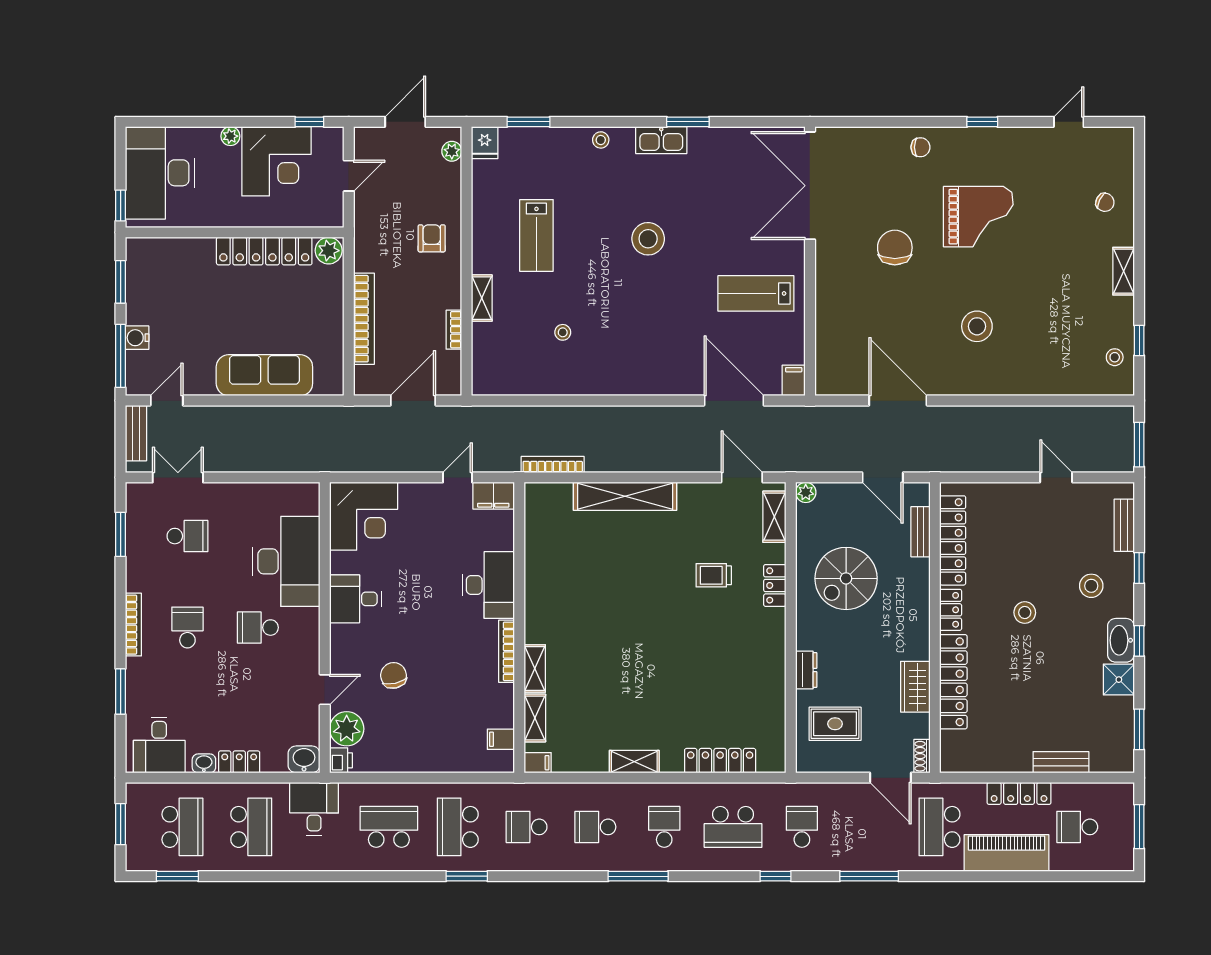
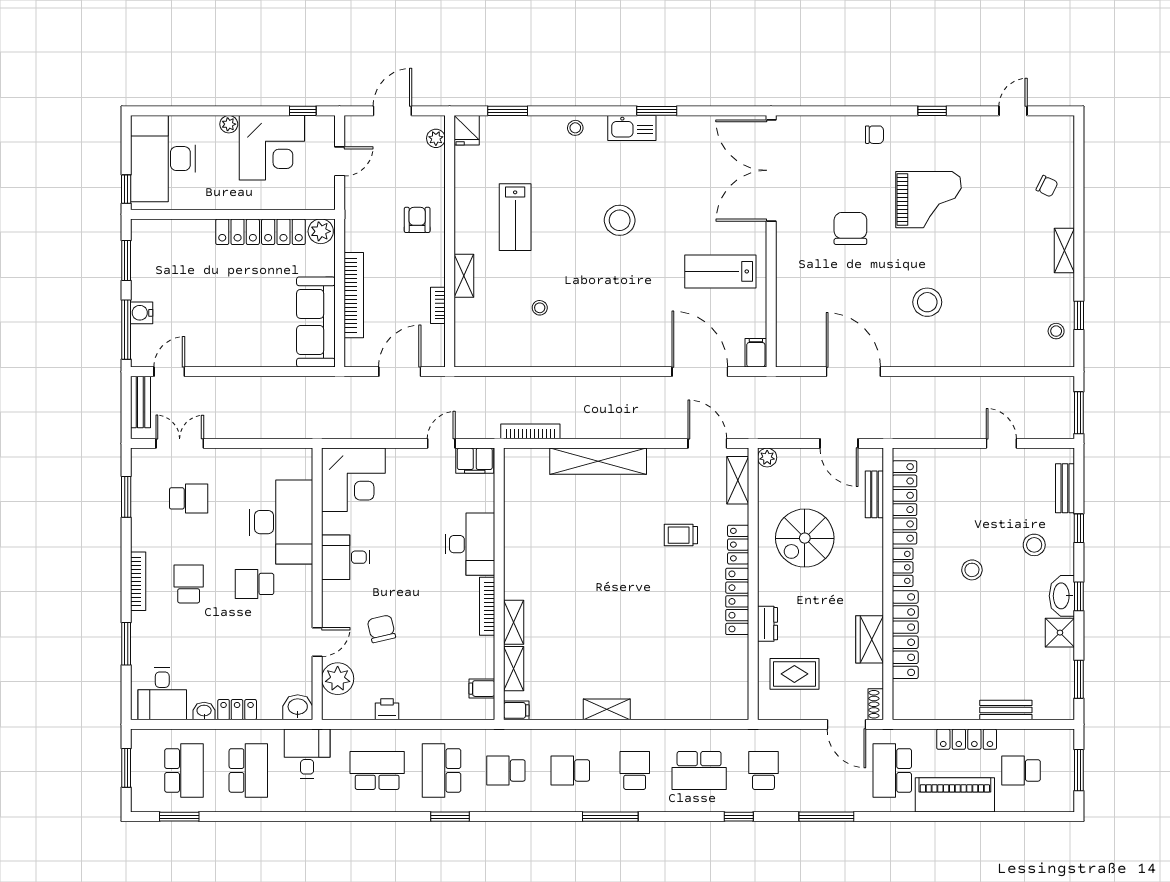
sofa: (264, 375) -> (316, 322), moved, turned -90
printer: (341, 760) -> (387, 709), moved, turned -90
locker: (720, 761) -> (737, 601), moved, turned -90

